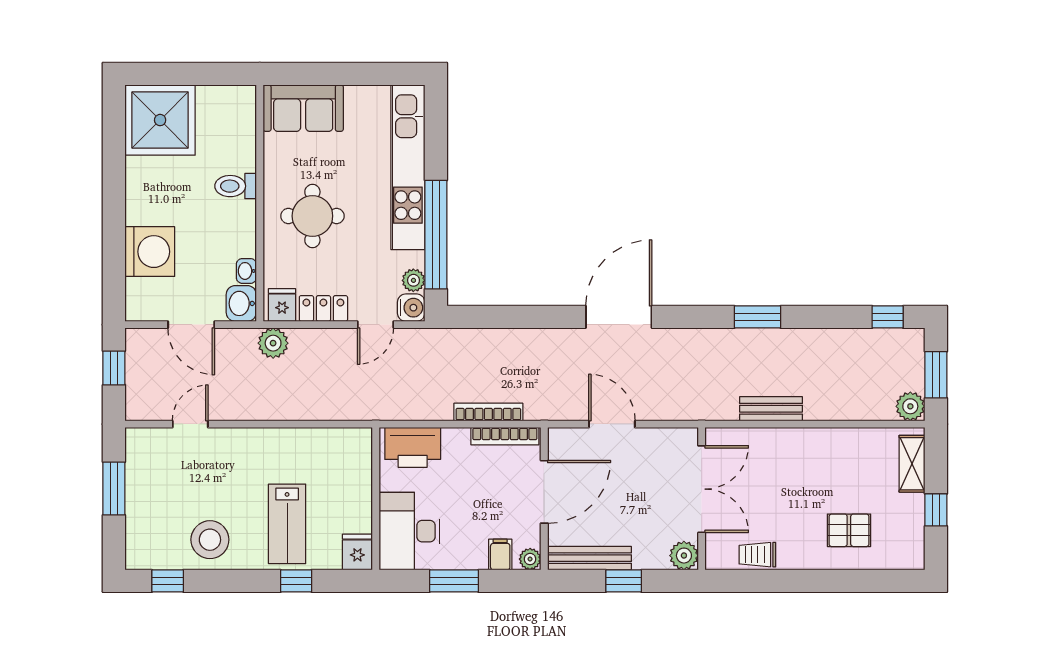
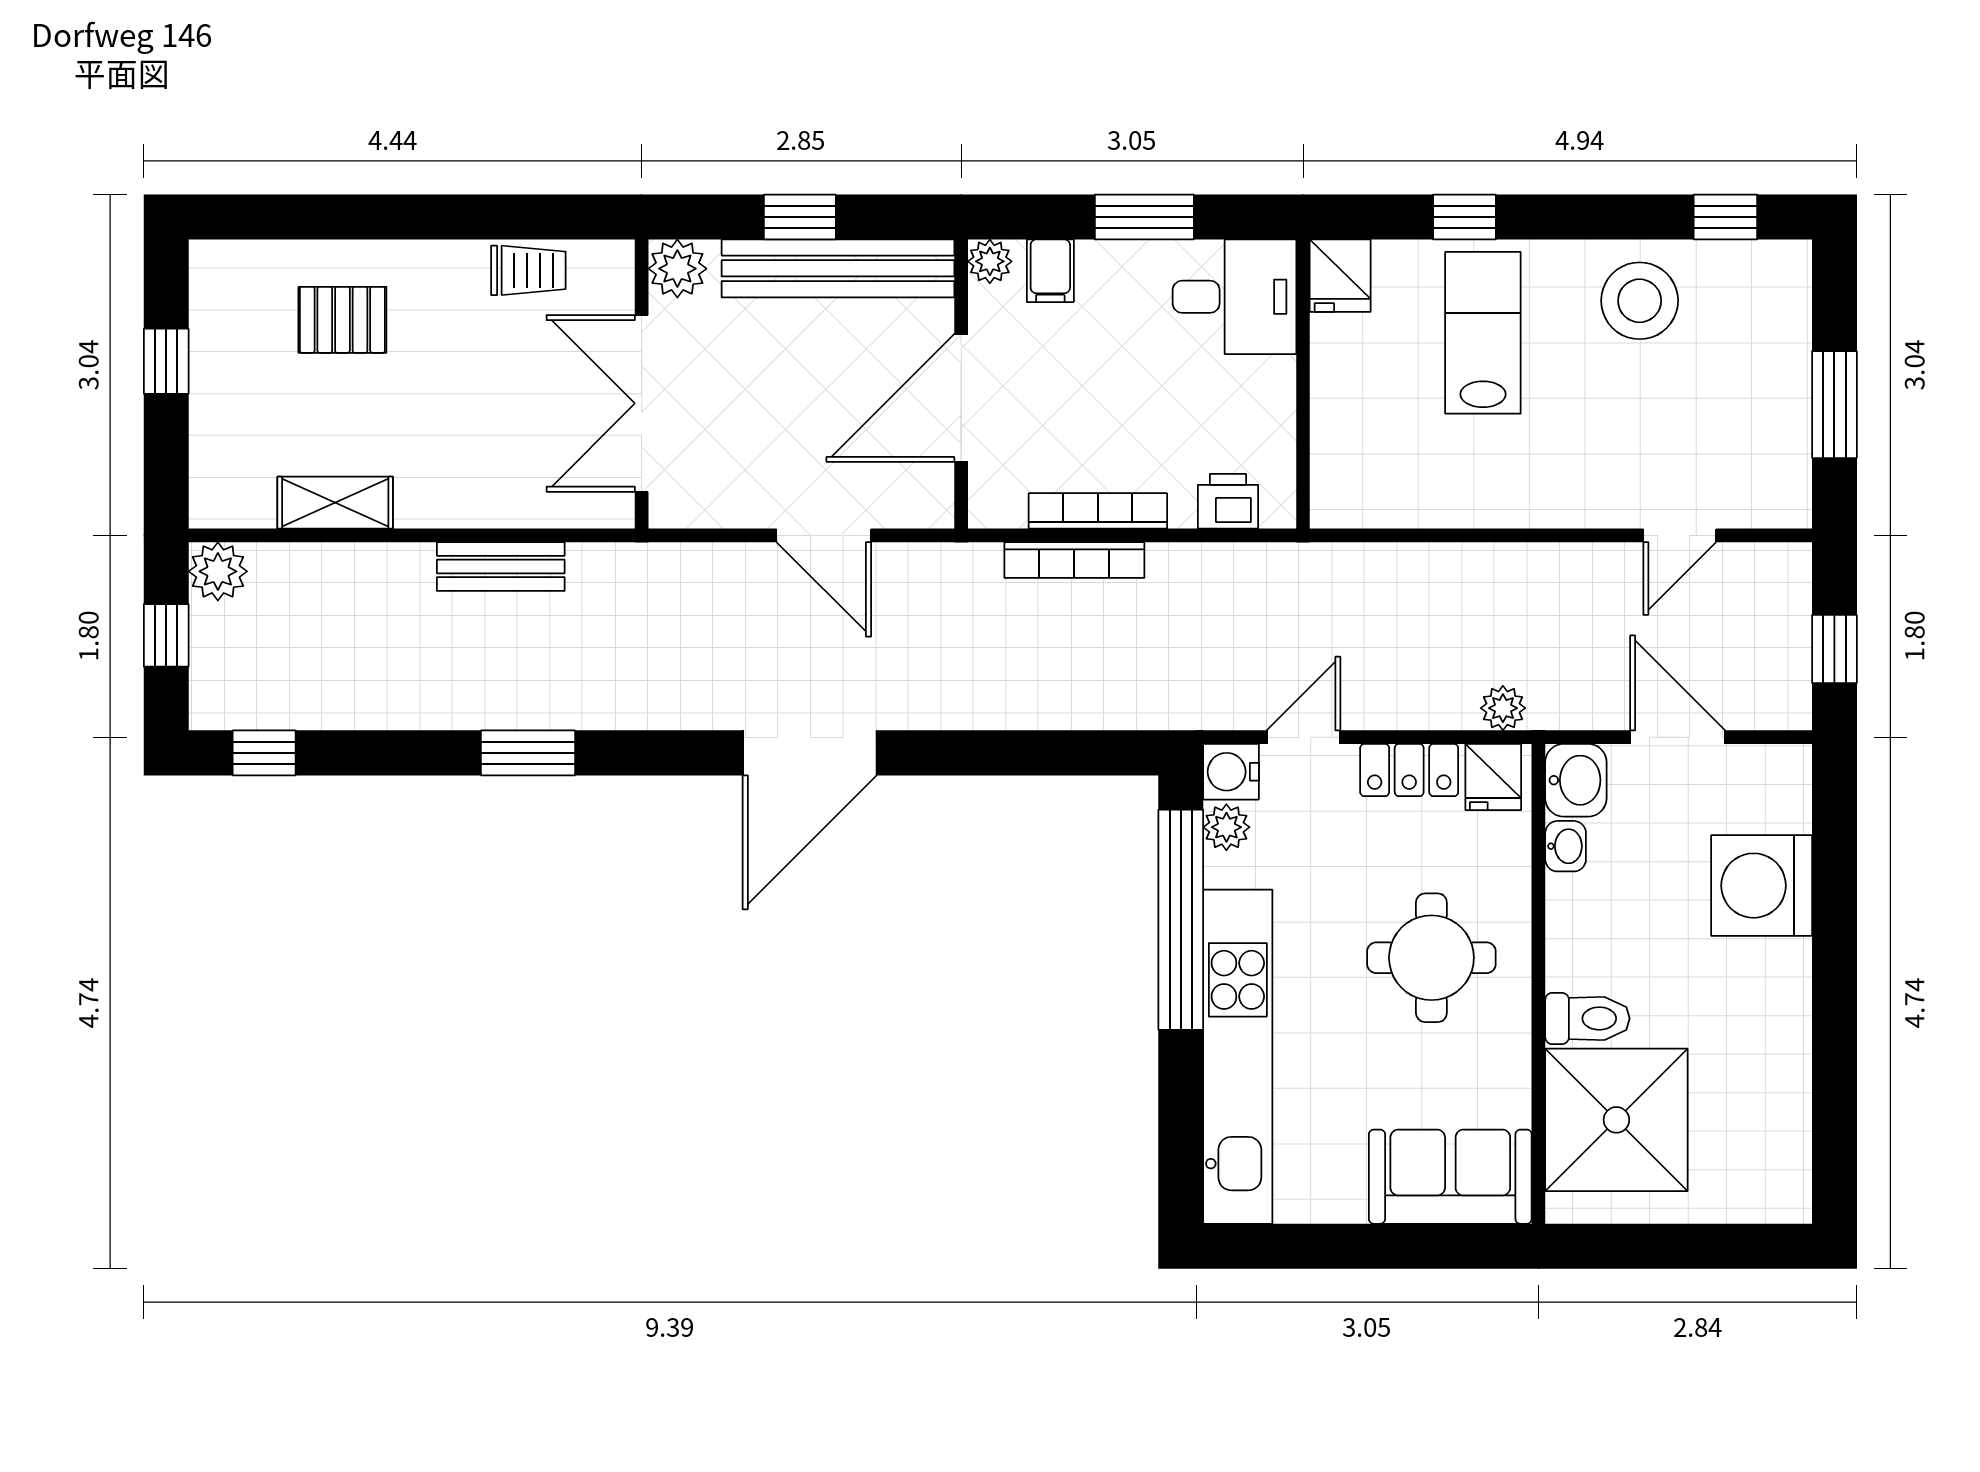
shower: (160, 120) -> (1616, 1120), moved
plant: (273, 343) -> (1503, 708), width x0.73, depth x0.73
window: (936, 375) -> (166, 635), width x0.67
bookcase: (505, 436) -> (1098, 511), moved
printer: (413, 447) -> (1228, 501), width x0.53, depth x0.68
shelving: (912, 464) -> (335, 503), moved, turned 90
desk: (410, 531) -> (1234, 297), width x0.73
bench: (589, 558) -> (838, 268), width x1.37, depth x1.21

